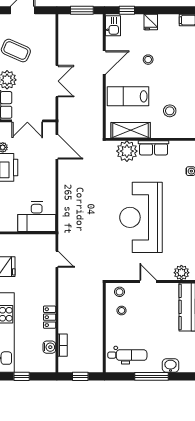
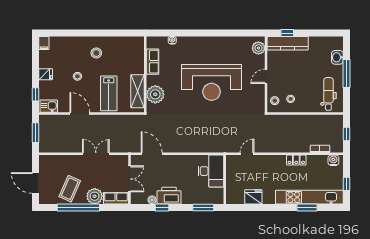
stool: (170, 111) -> (96, 53), moved
door: (57, 147) -> (152, 154), hinge flipped
row of seats: (154, 148) -> (152, 62), moved
water cooler: (49, 347) -> (333, 160), moved

